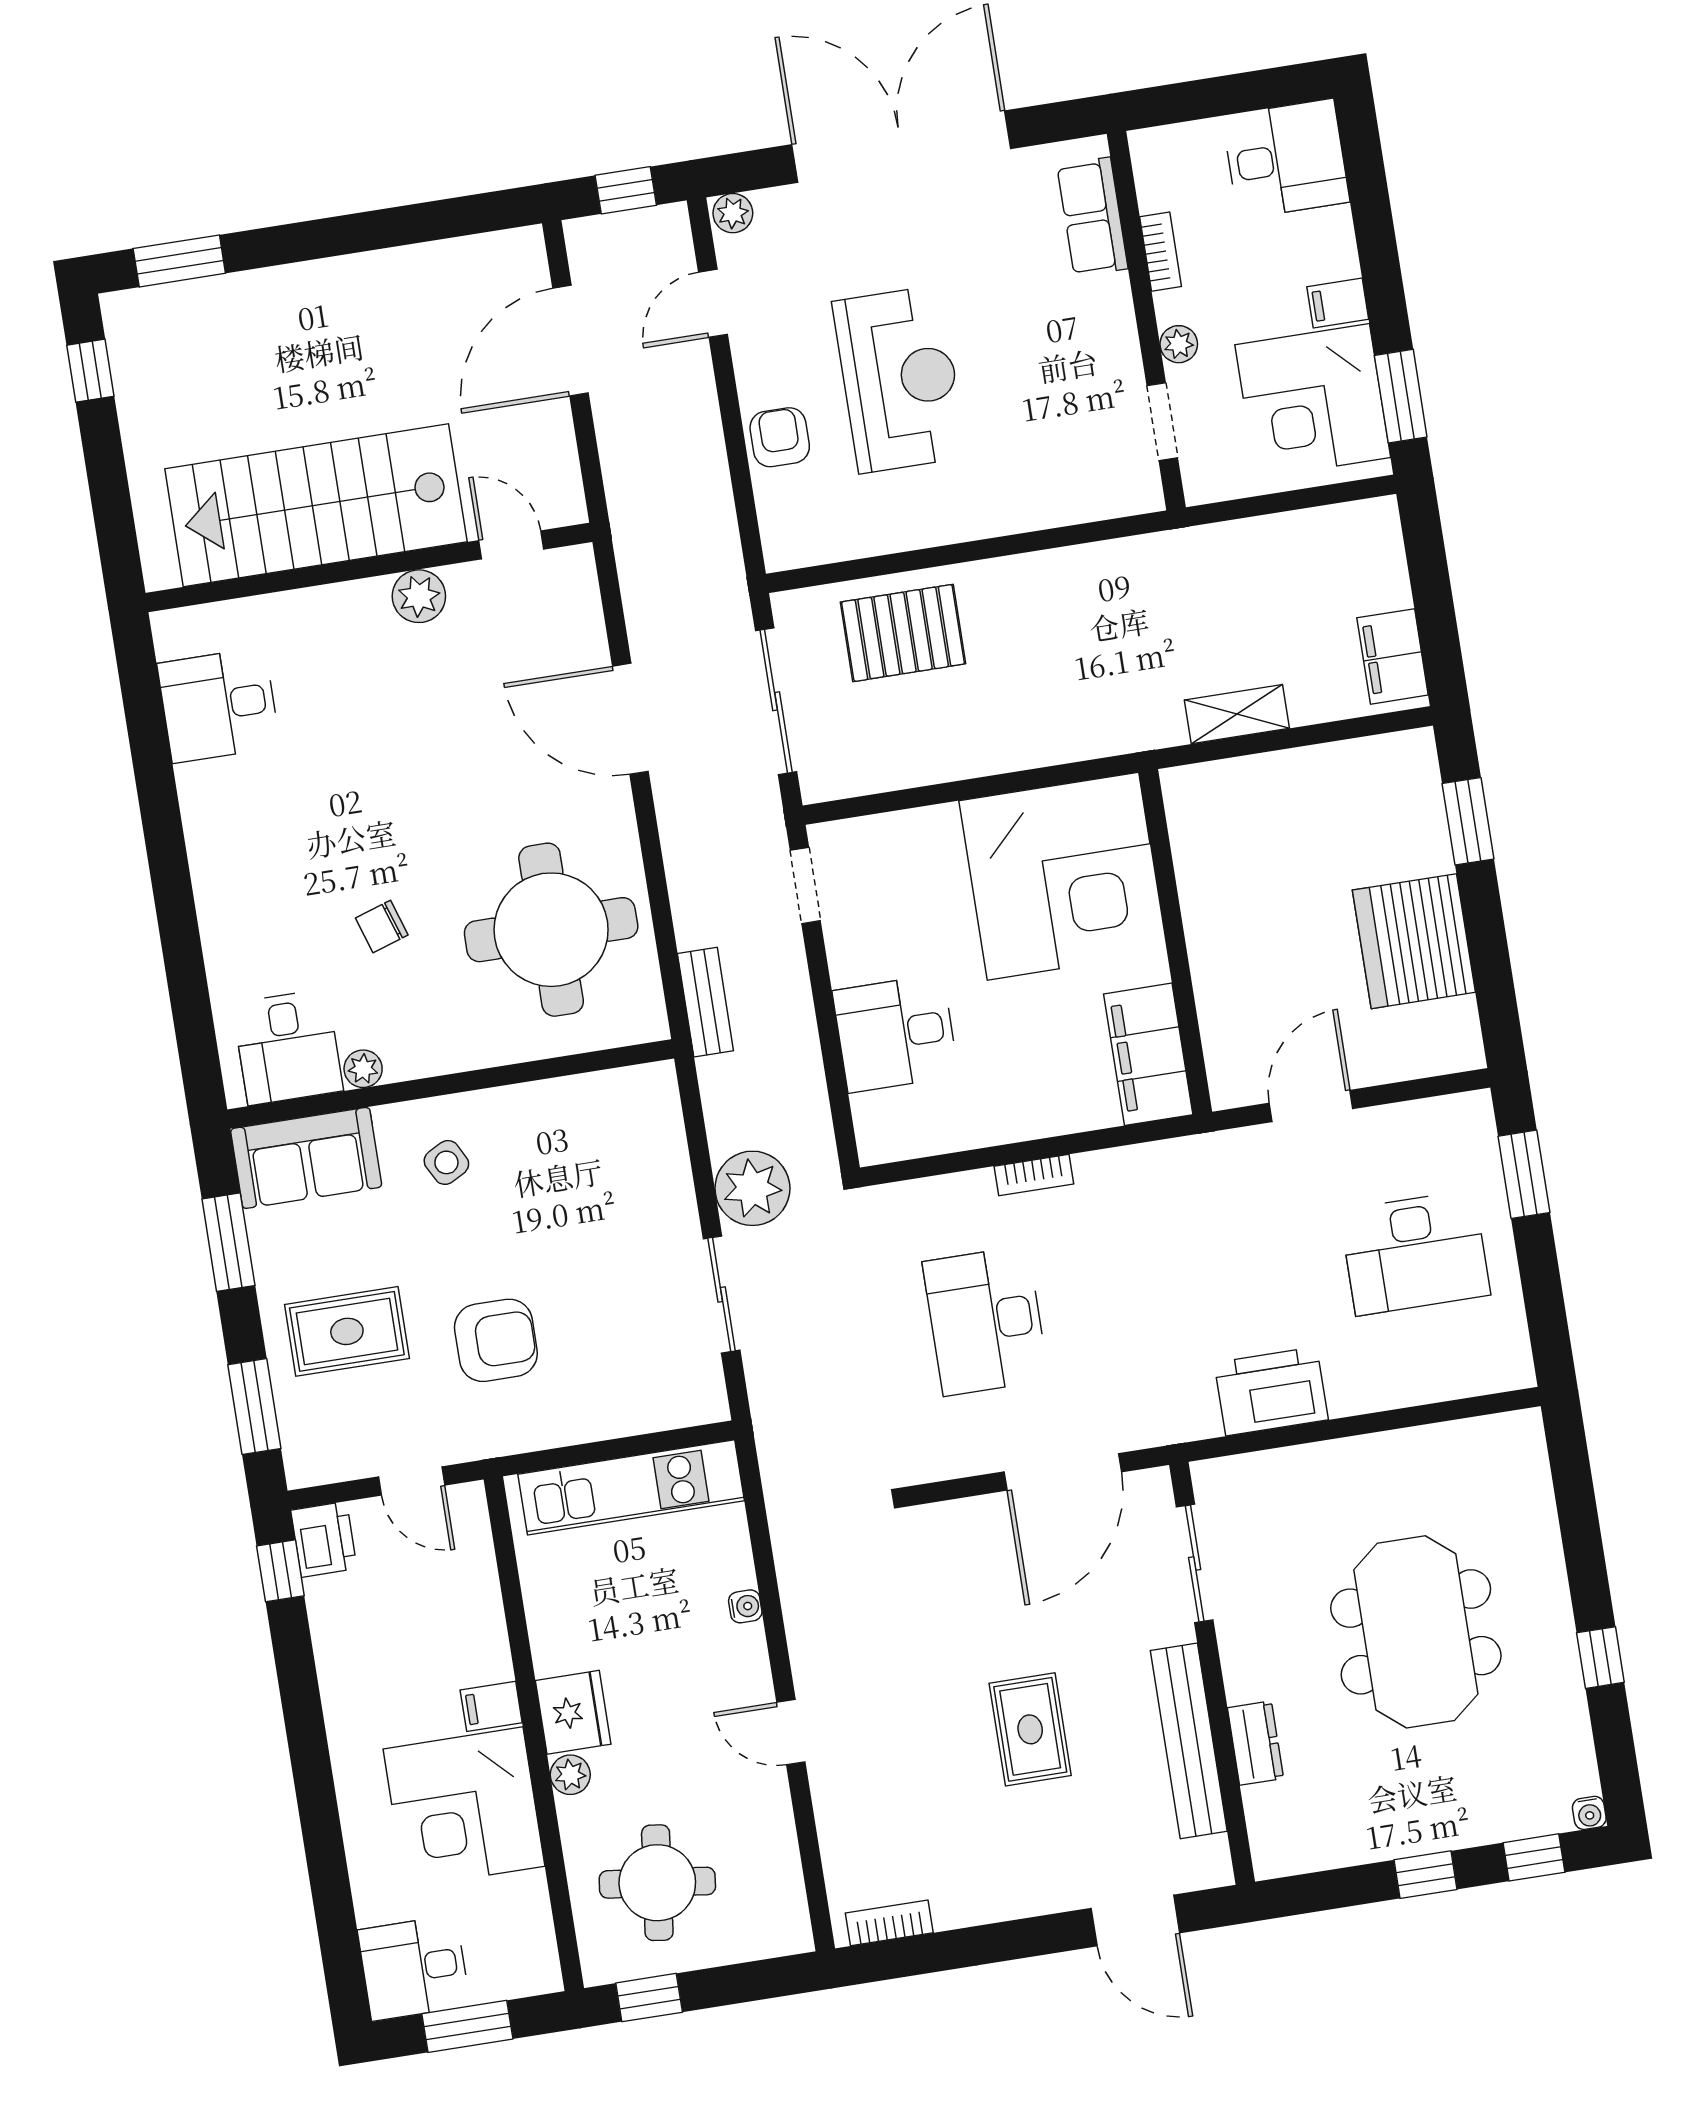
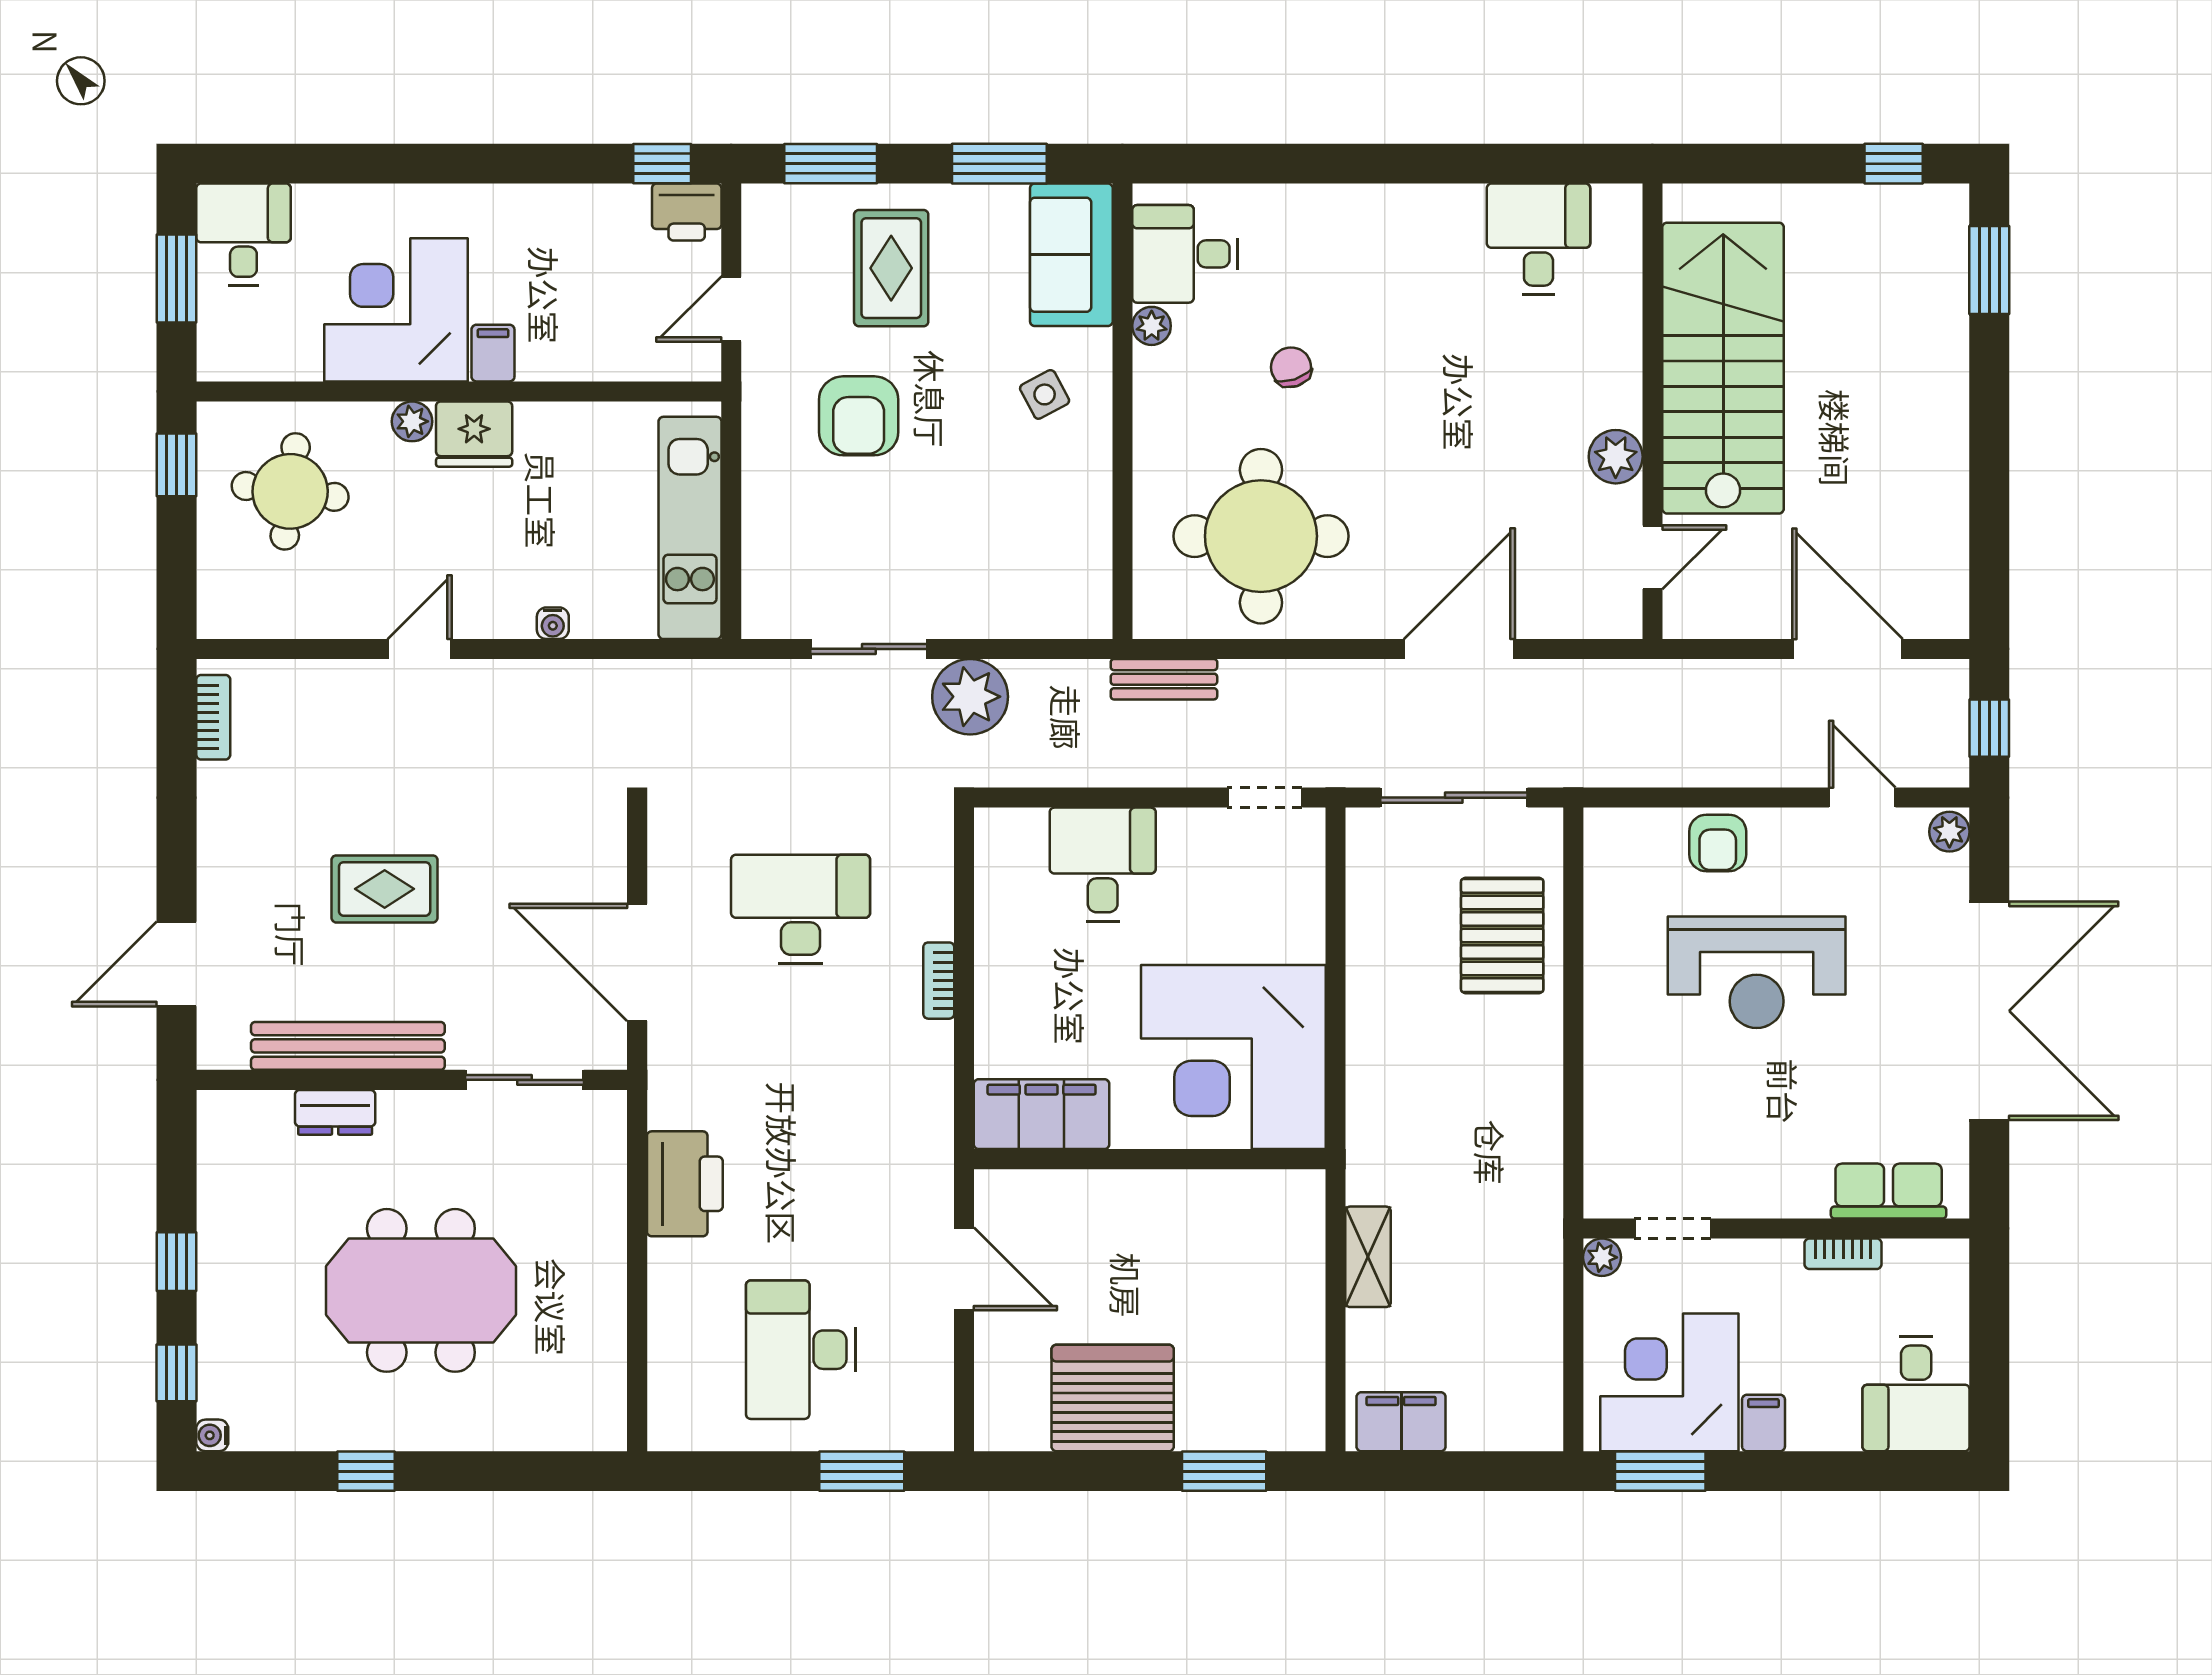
plant: (1179, 344) -> (1602, 1257), moved
armchair: (780, 437) -> (1718, 843), turned 90

